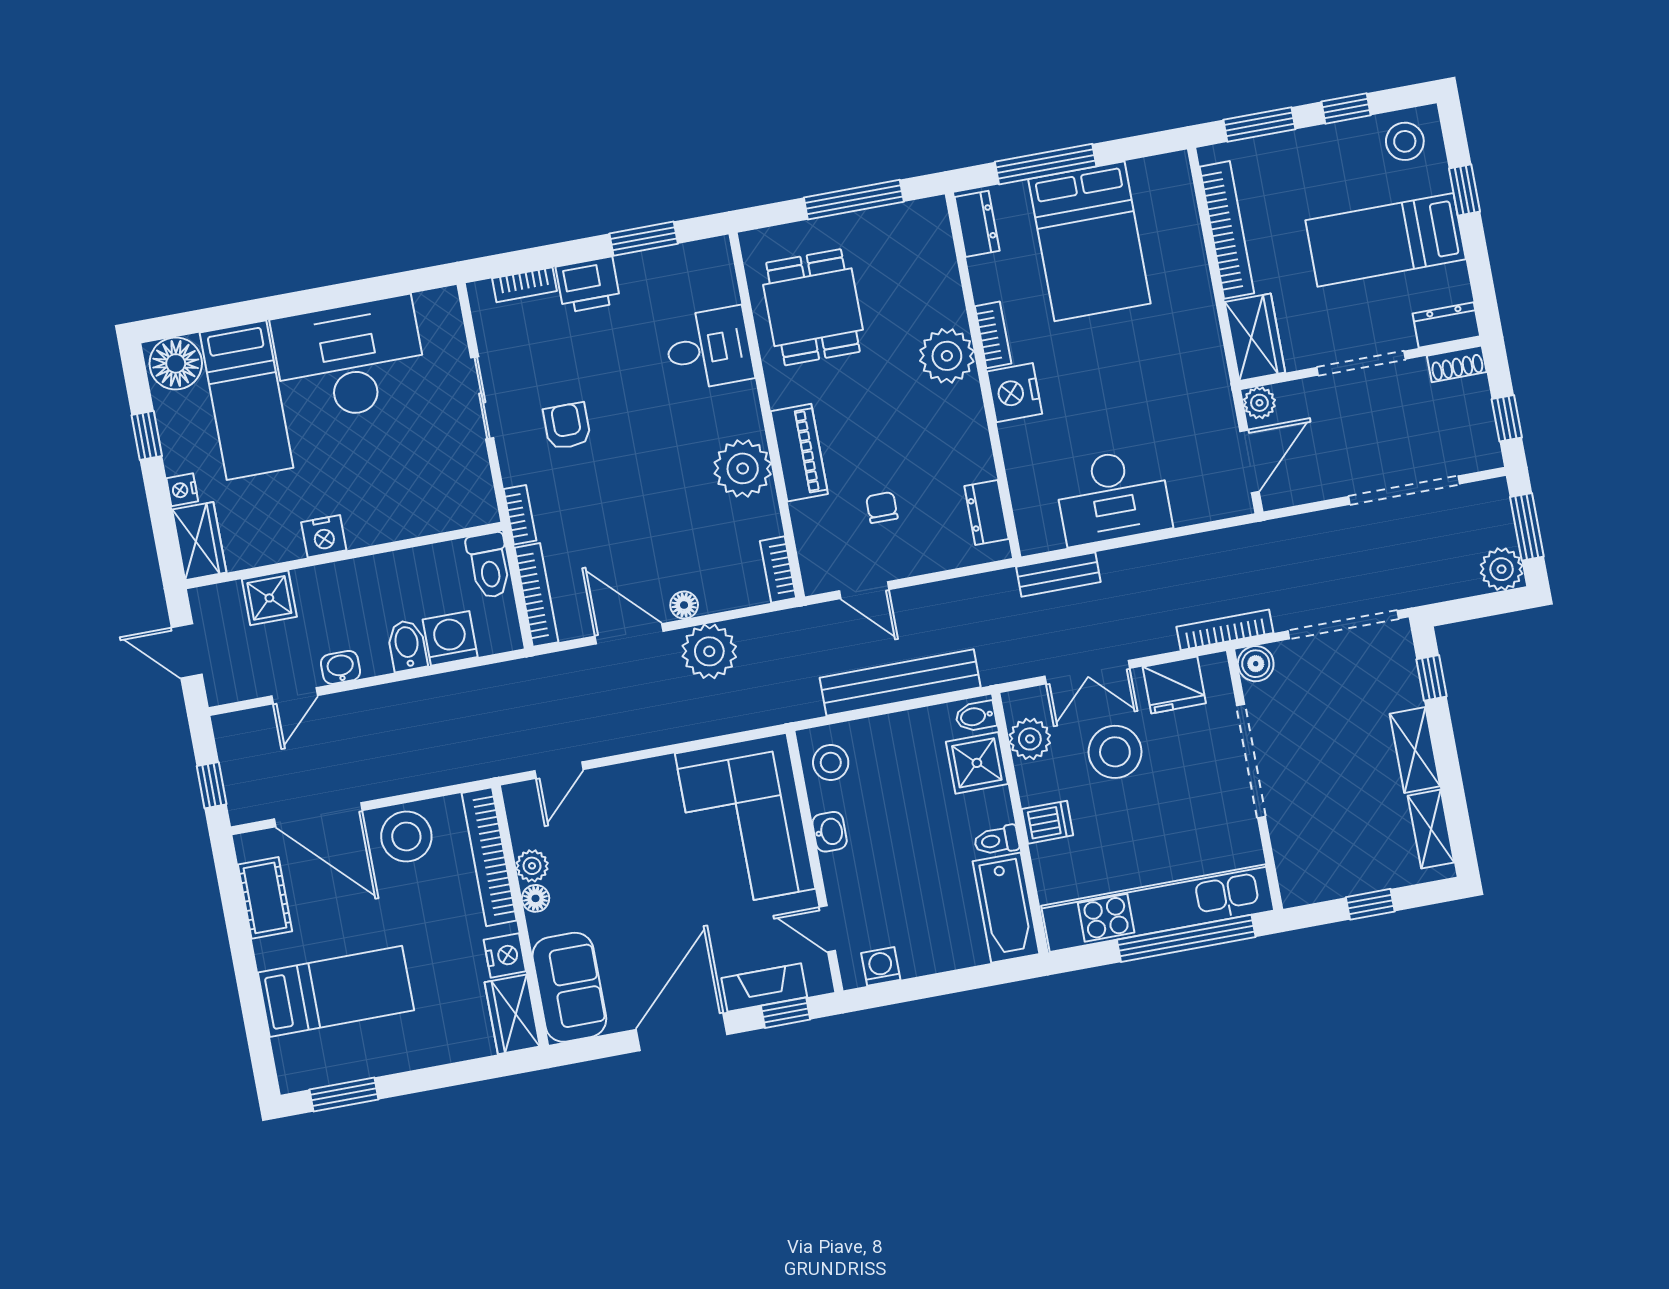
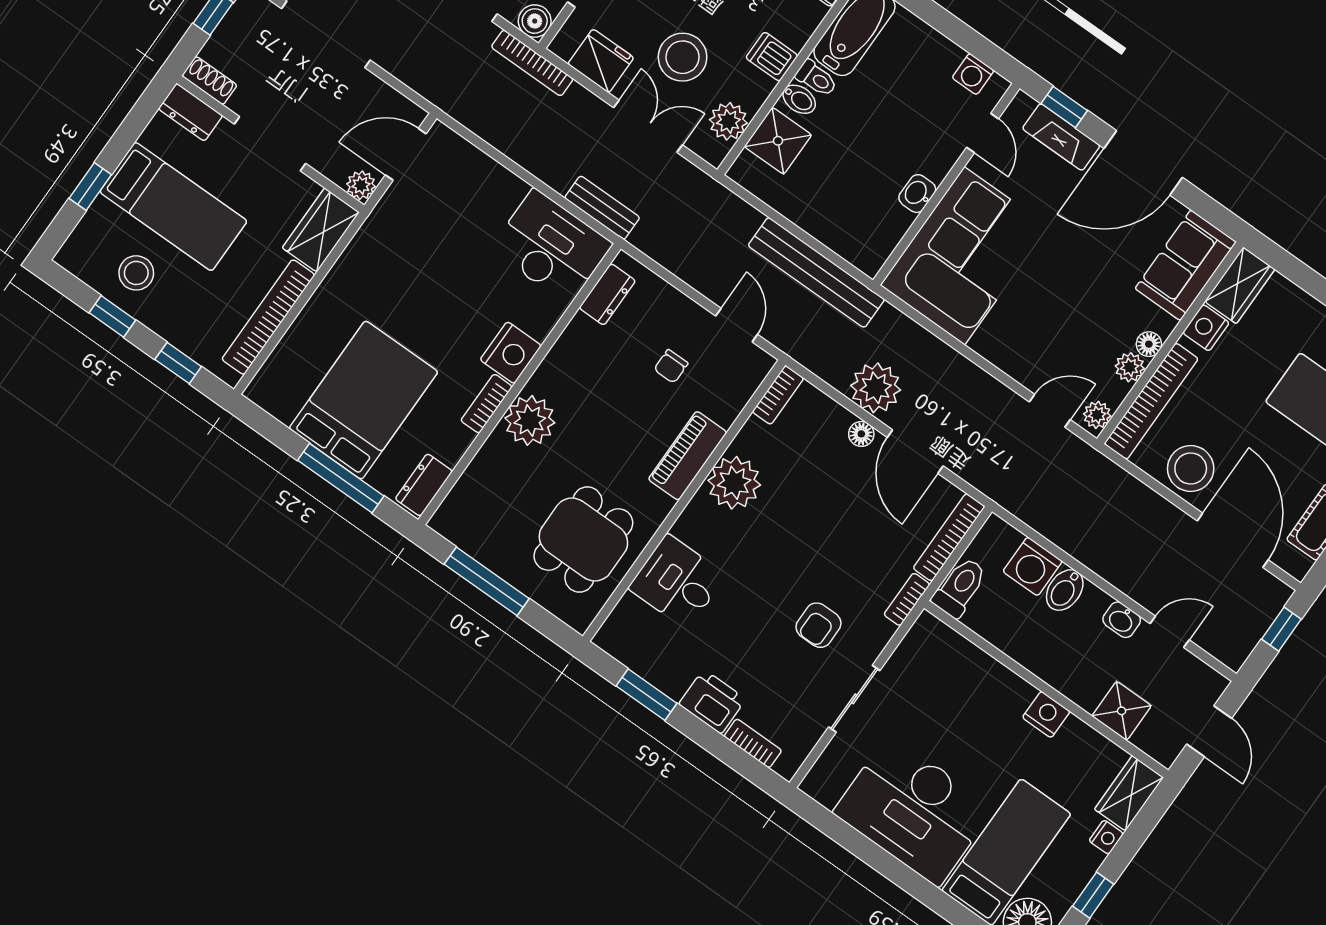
window: (1259, 124) -> (178, 363), width x0.67
stool: (1405, 141) -> (136, 273), moved
desk: (1113, 496) -> (551, 246), moved
bench: (900, 682) -> (816, 272), moved
bidet: (976, 716) -> (799, 99), moved
stool: (831, 762) -> (871, 237), removed
plant: (520, 804) -> (1097, 415), added

